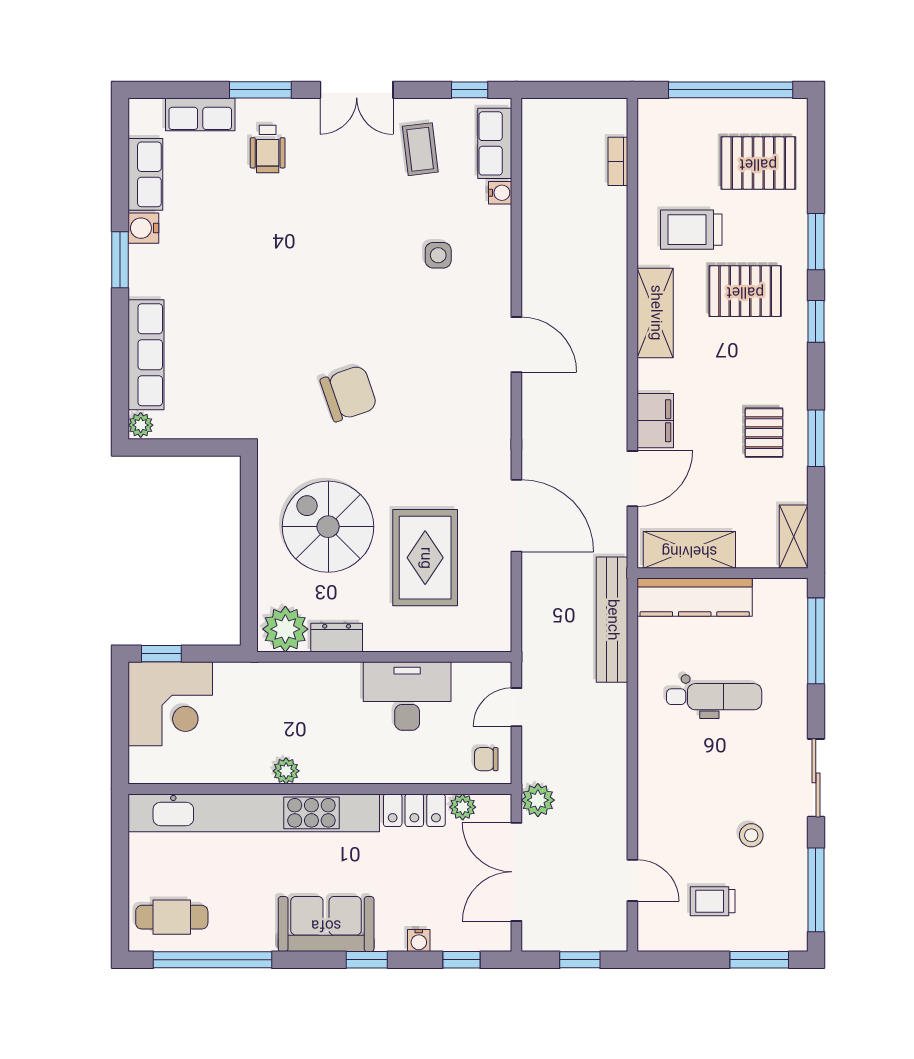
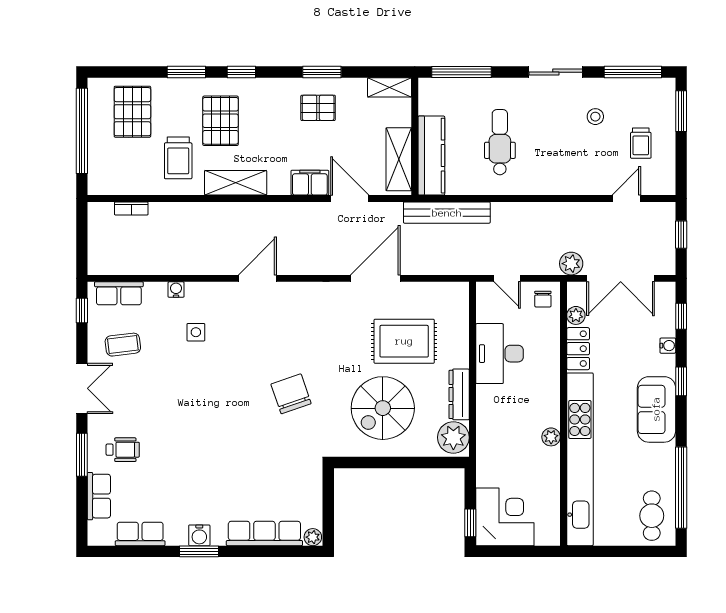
water cooler: (500, 193) -> (176, 290), moved
water cooler: (143, 228) -> (199, 535), moved
dresser: (337, 638) -> (459, 394), width x1.44

